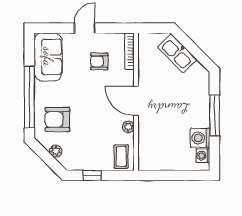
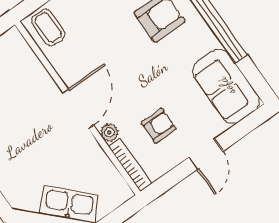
door: (136, 101) -> (78, 109), hinge flipped
plant: (128, 127) -> (109, 133), moved

